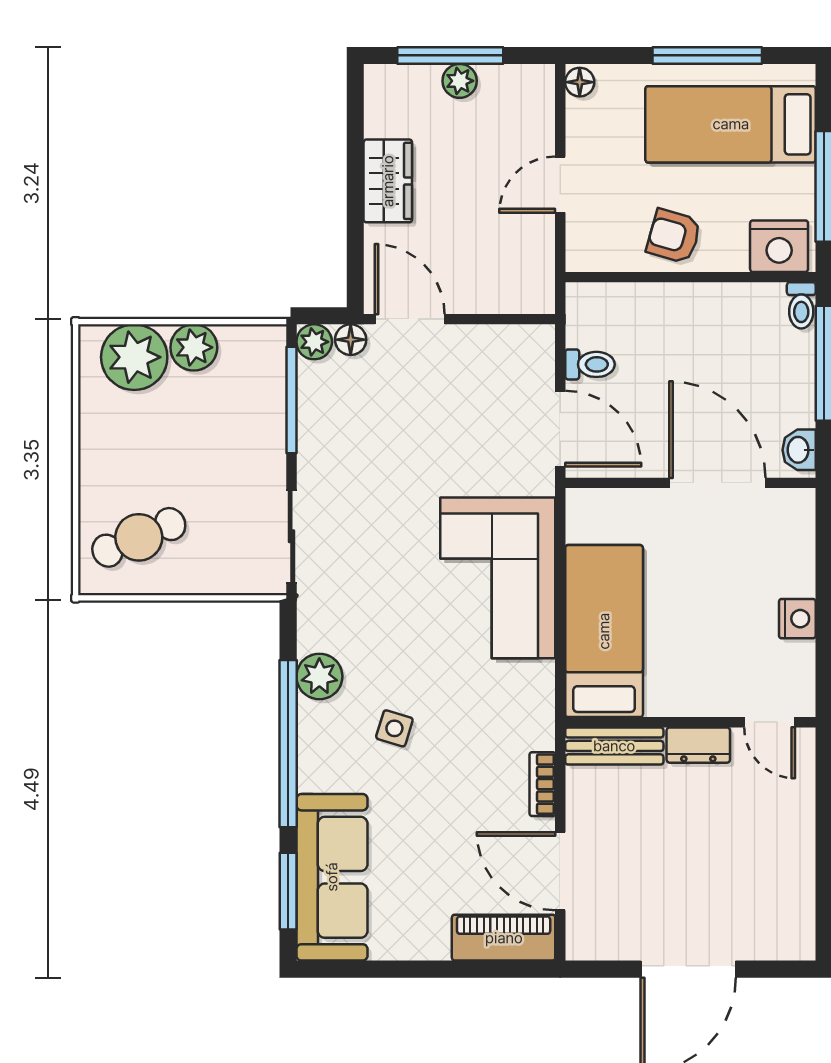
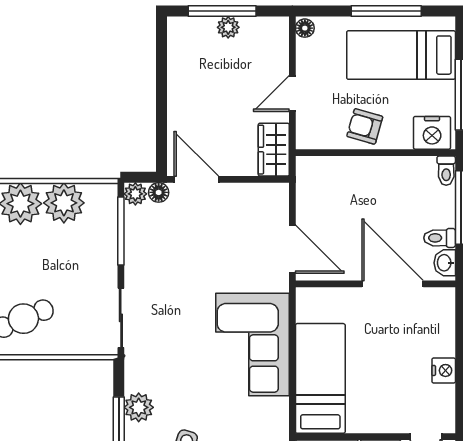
wardrobe: (388, 181) -> (274, 150), moved, turned 180
plant: (194, 347) -> (64, 203), width x1.36, depth x1.36
toilet: (590, 364) -> (440, 238), moved, turned 180

